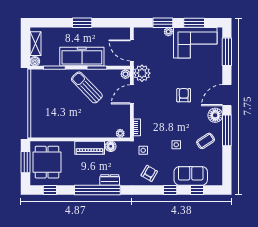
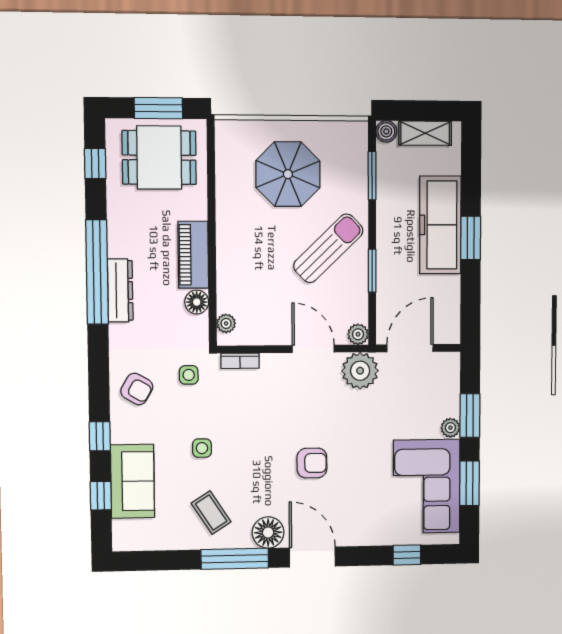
window: (227, 52) -> (407, 555), width x0.46
freezer: (82, 57) -> (440, 225), moved, turned 180
parasol: (54, 105) -> (288, 174), added
dresser: (110, 180) -> (120, 290), width x1.44

